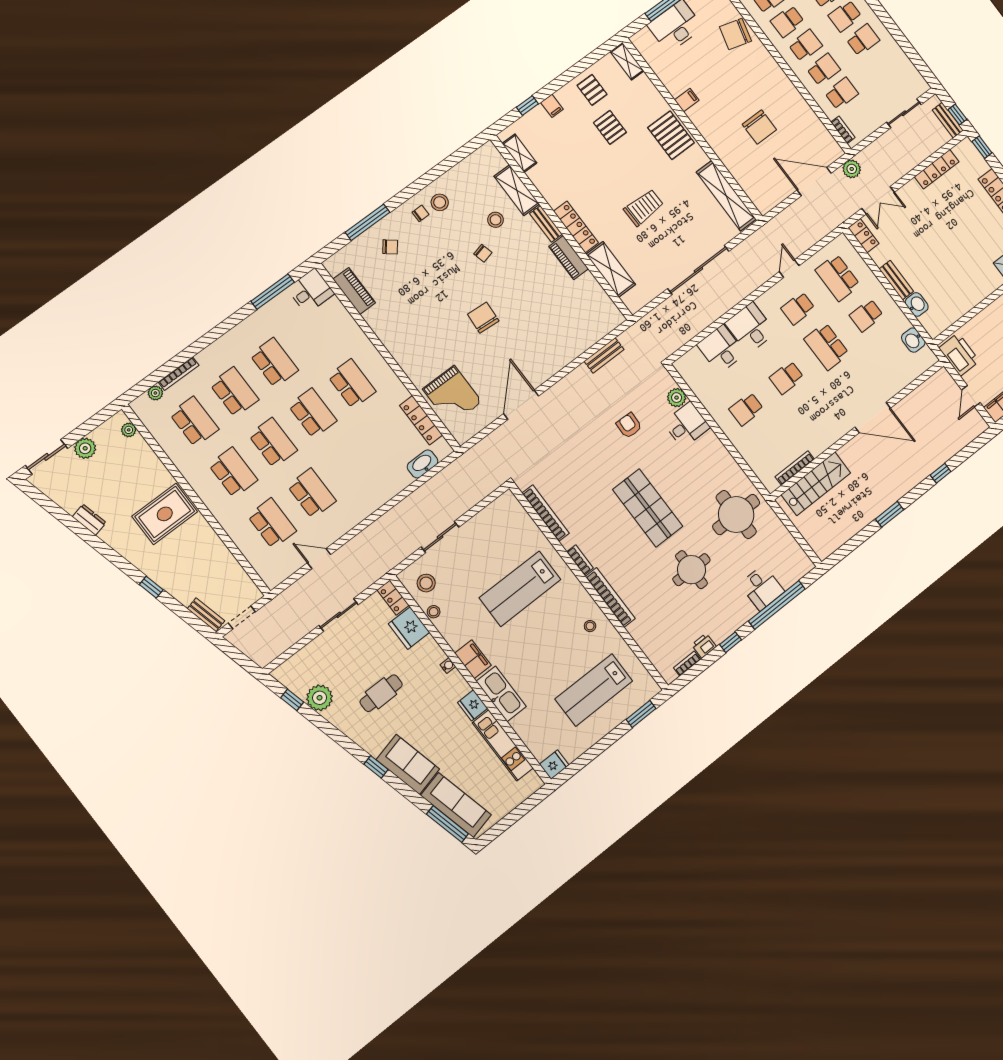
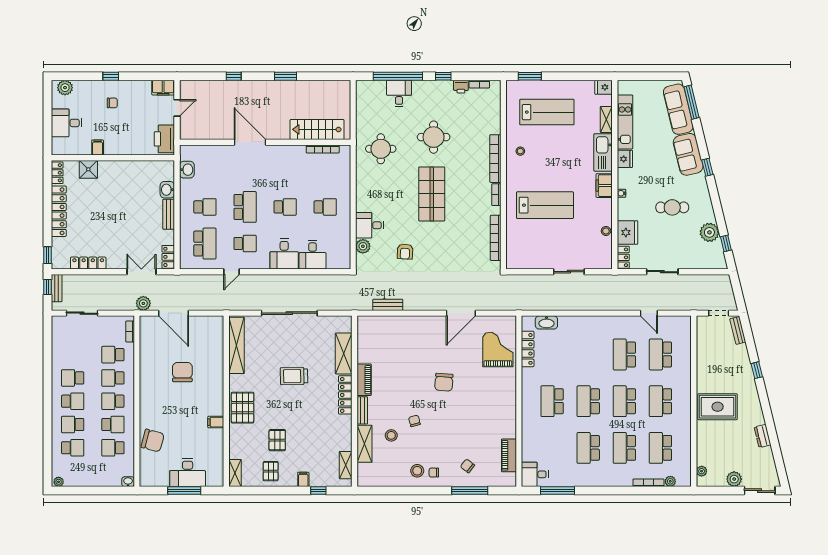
round table: (736, 514) -> (381, 149), width x0.73, depth x0.73
stool: (426, 583) -> (598, 251), removed
shelving: (525, 732) -> (606, 119), added

